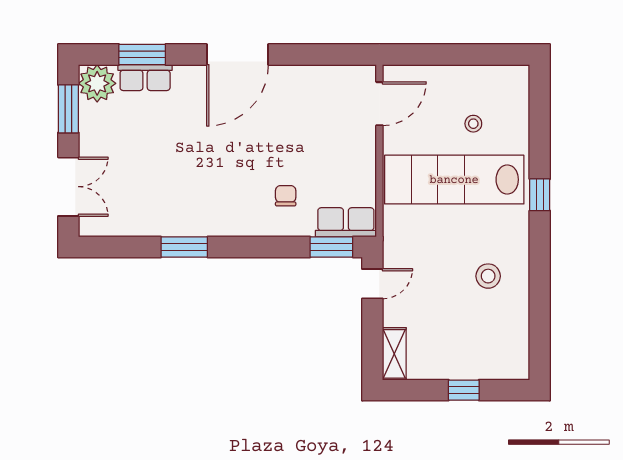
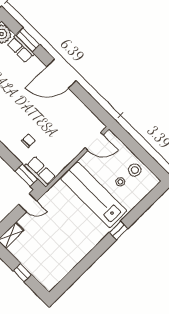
stool: (488, 276) -> (135, 170), moved

